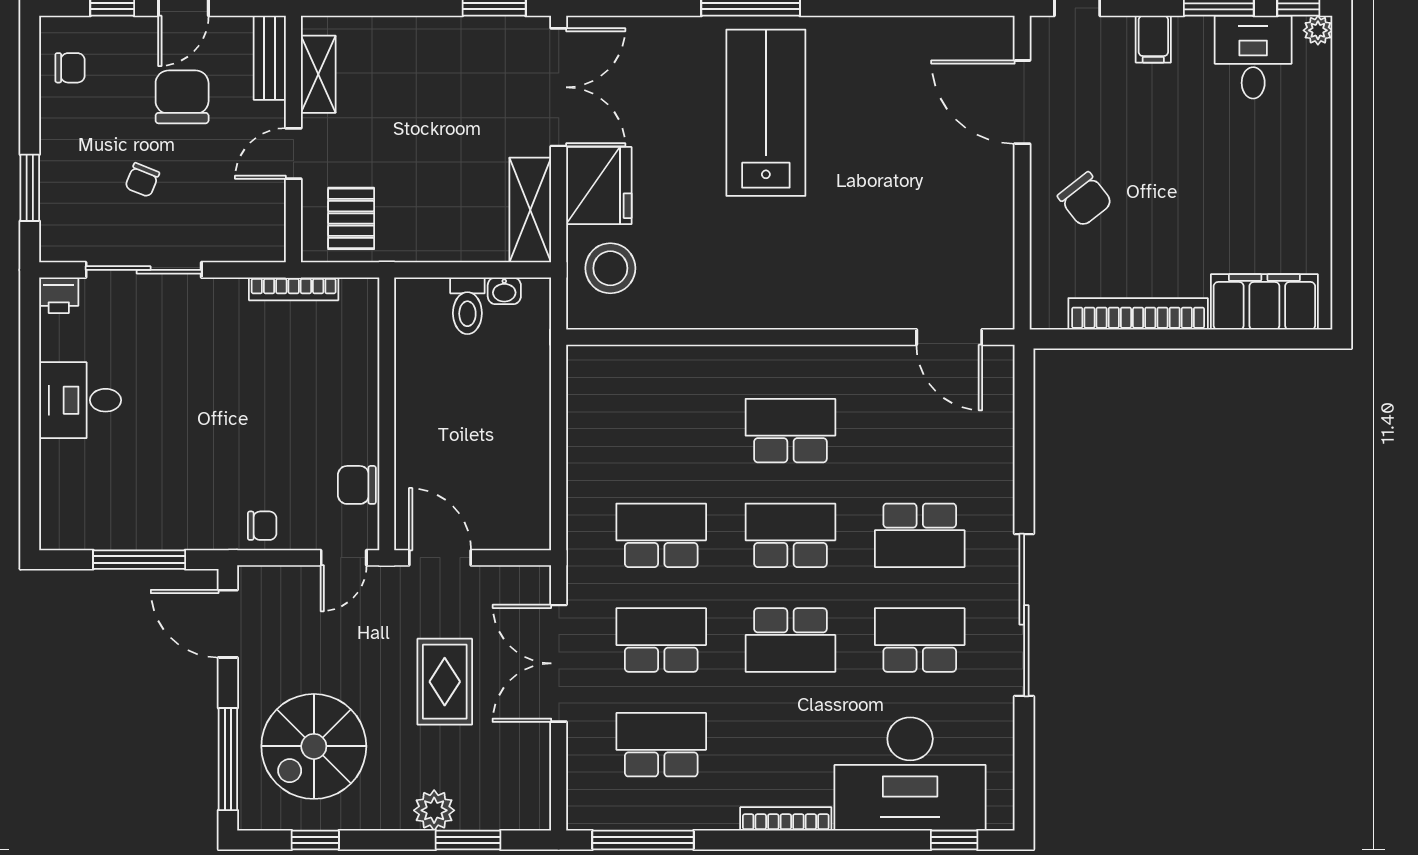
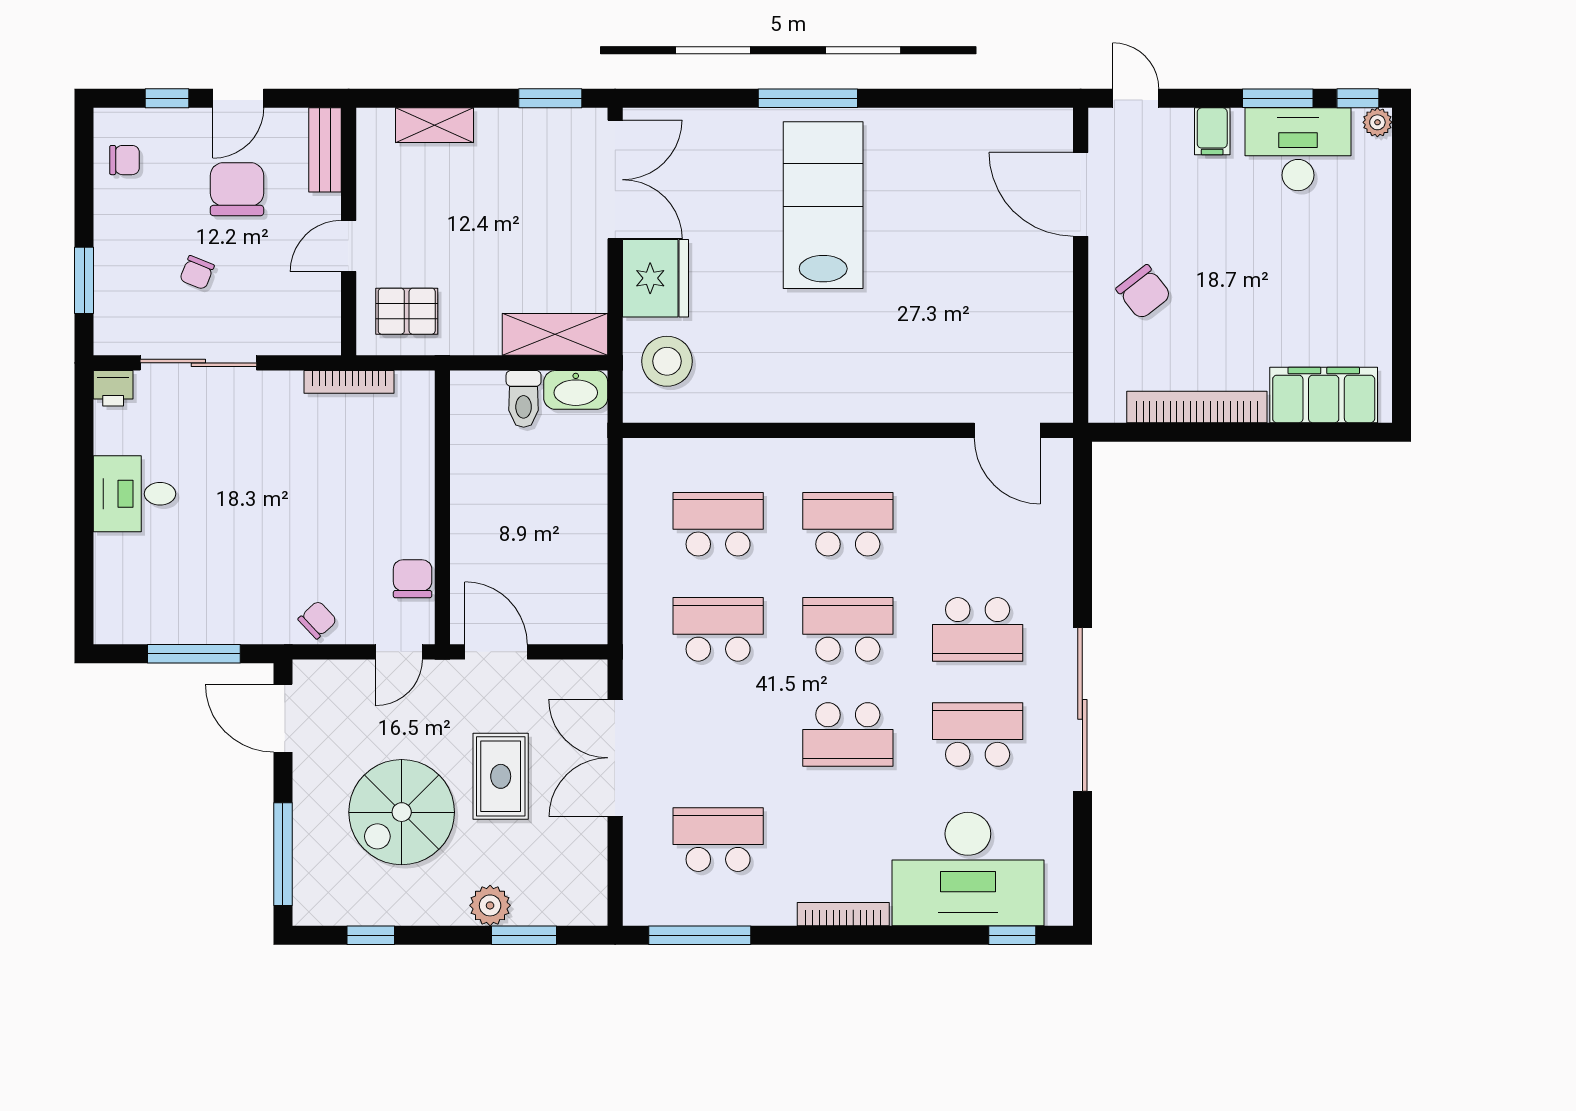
desk: (1253, 57) -> (1298, 149), width x1.37
shelving: (318, 74) -> (434, 125), moved, turned 90
shelving: (530, 210) -> (555, 334), moved, turned 90
pallet: (351, 218) -> (407, 311), turned 90
washbasin: (504, 291) -> (576, 390), width x1.91, depth x1.45
chair: (357, 485) -> (413, 579), turned 90
chair: (262, 526) -> (317, 620), turned -43
school desk: (661, 640) -> (718, 524), moved
spiral stairs: (314, 746) -> (402, 812), moved

